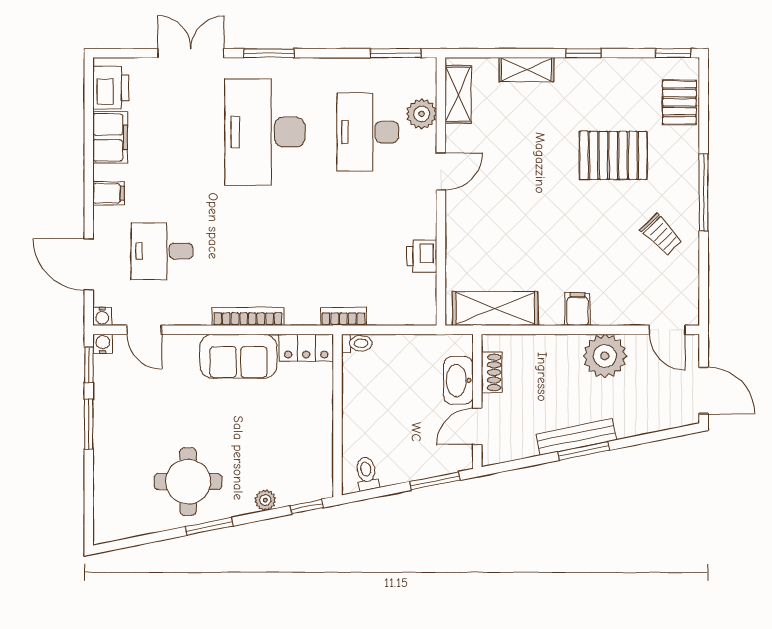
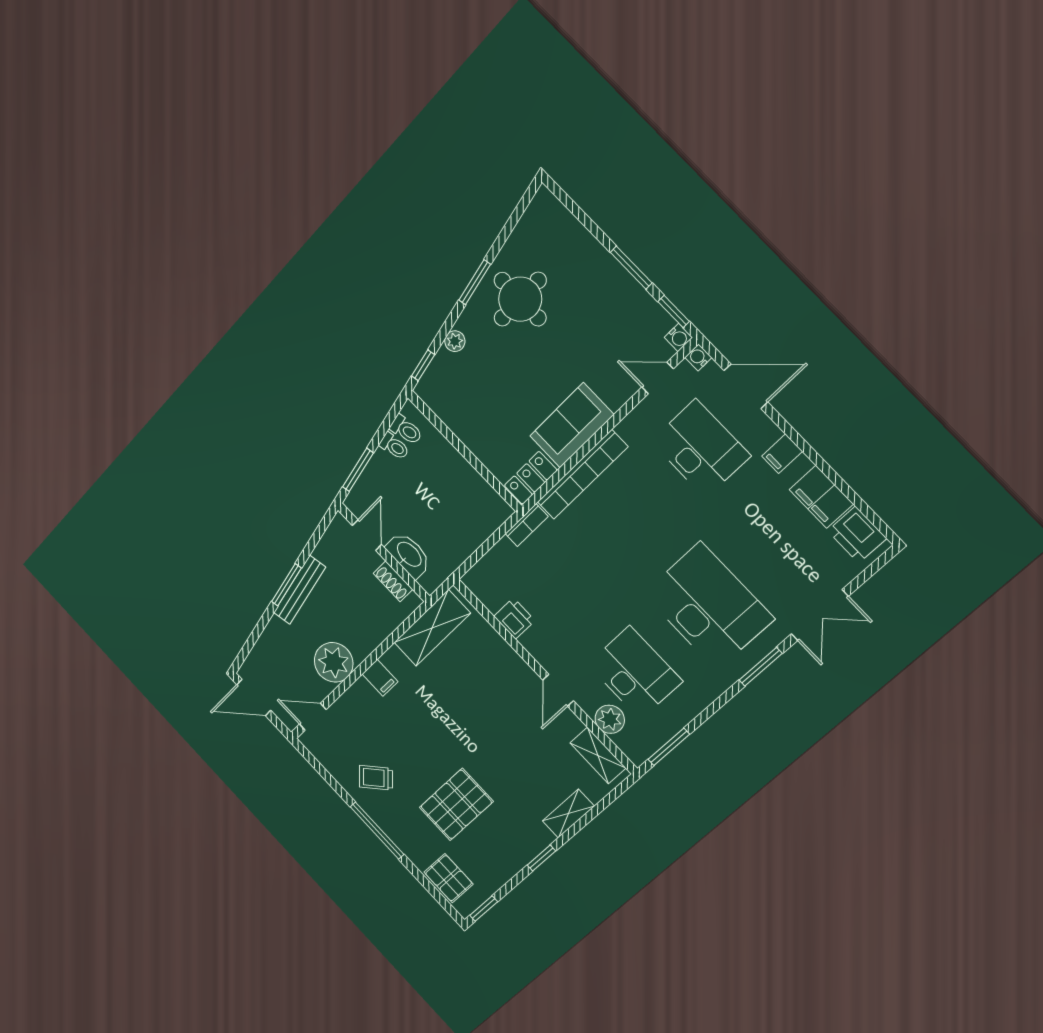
desk: (162, 251) -> (701, 449), width x1.37
bookcase: (248, 316) -> (582, 475), width x1.48, depth x1.31
toilet: (357, 343) -> (394, 446), moved, turned -101

